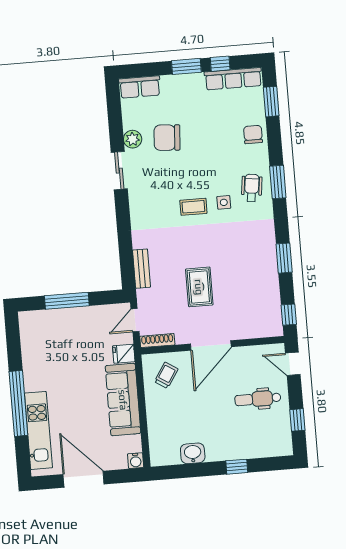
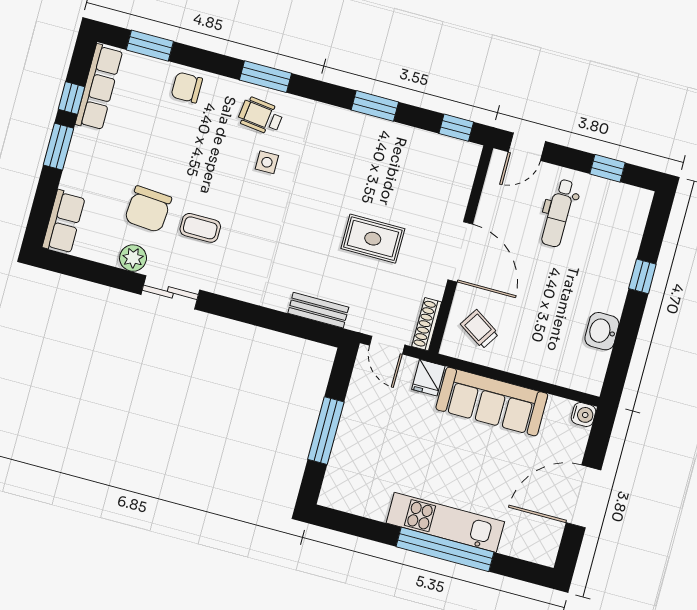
coffee table: (193, 207) -> (200, 228), moved, turned 90
kitchen unit: (38, 430) -> (445, 522), moved

